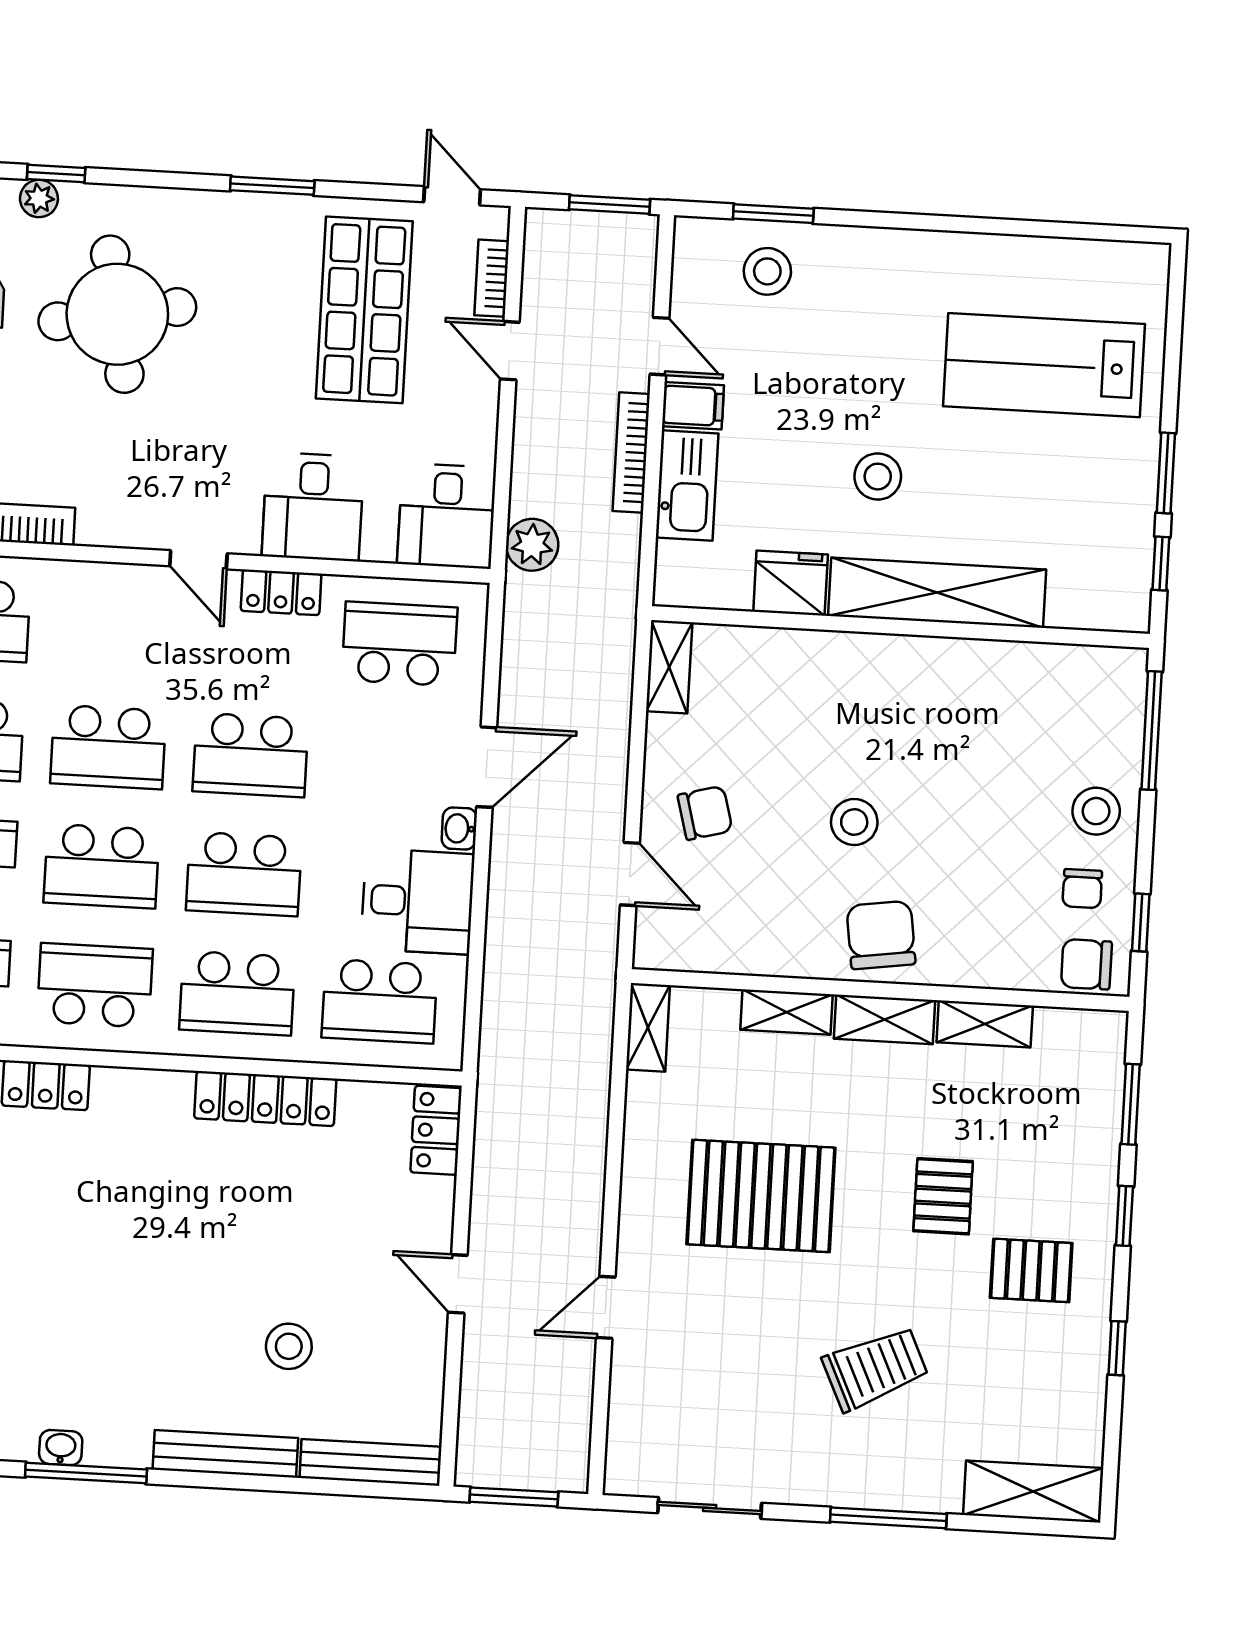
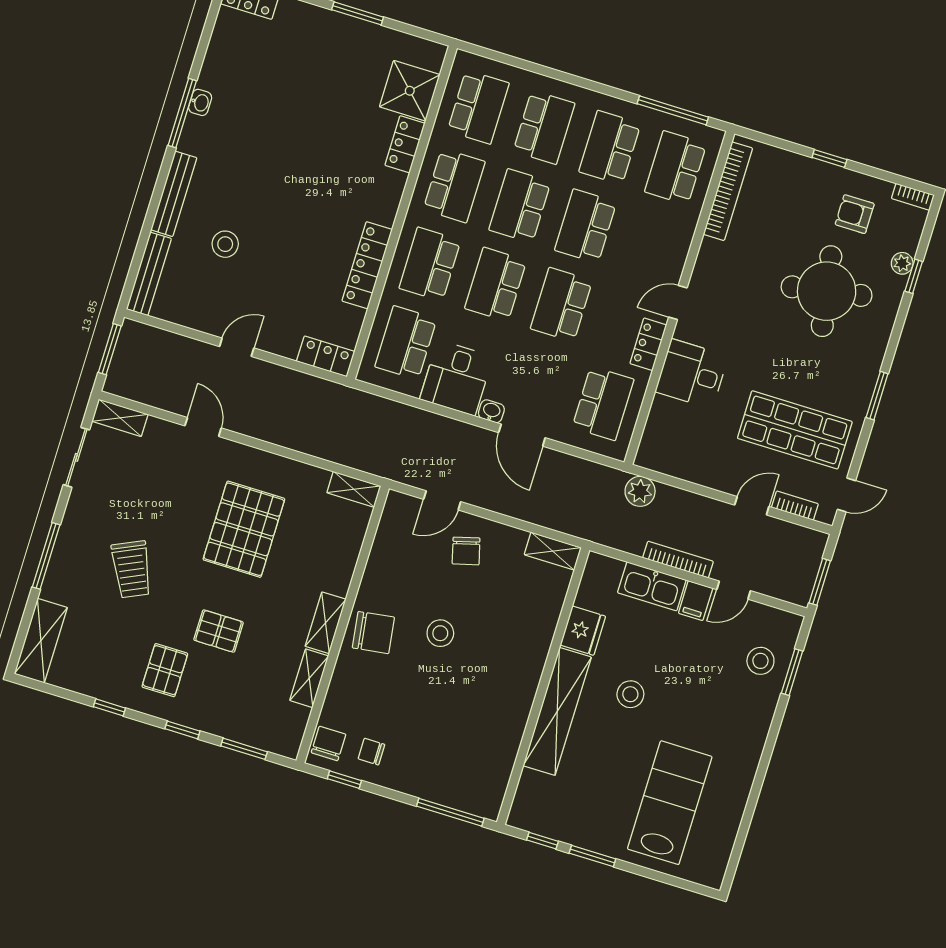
desk: (447, 516) -> (668, 447), removed
stool: (1096, 811) -> (413, 770), removed
shelving: (787, 1012) -> (120, 418), moved, turned 90

